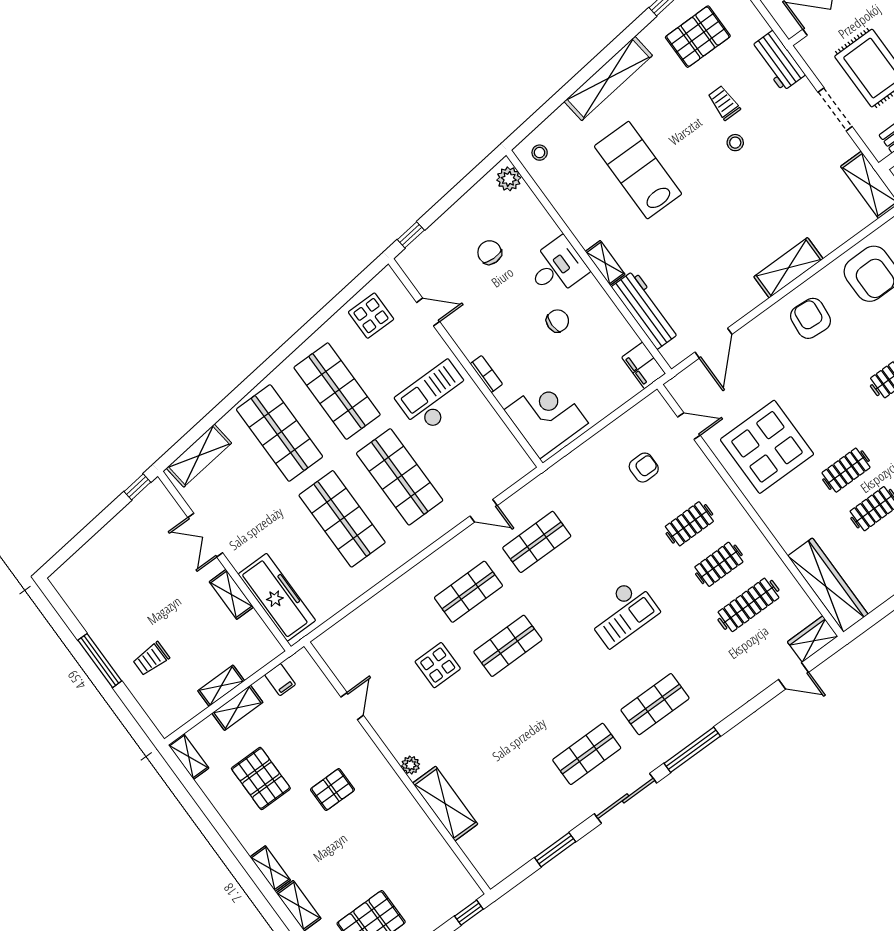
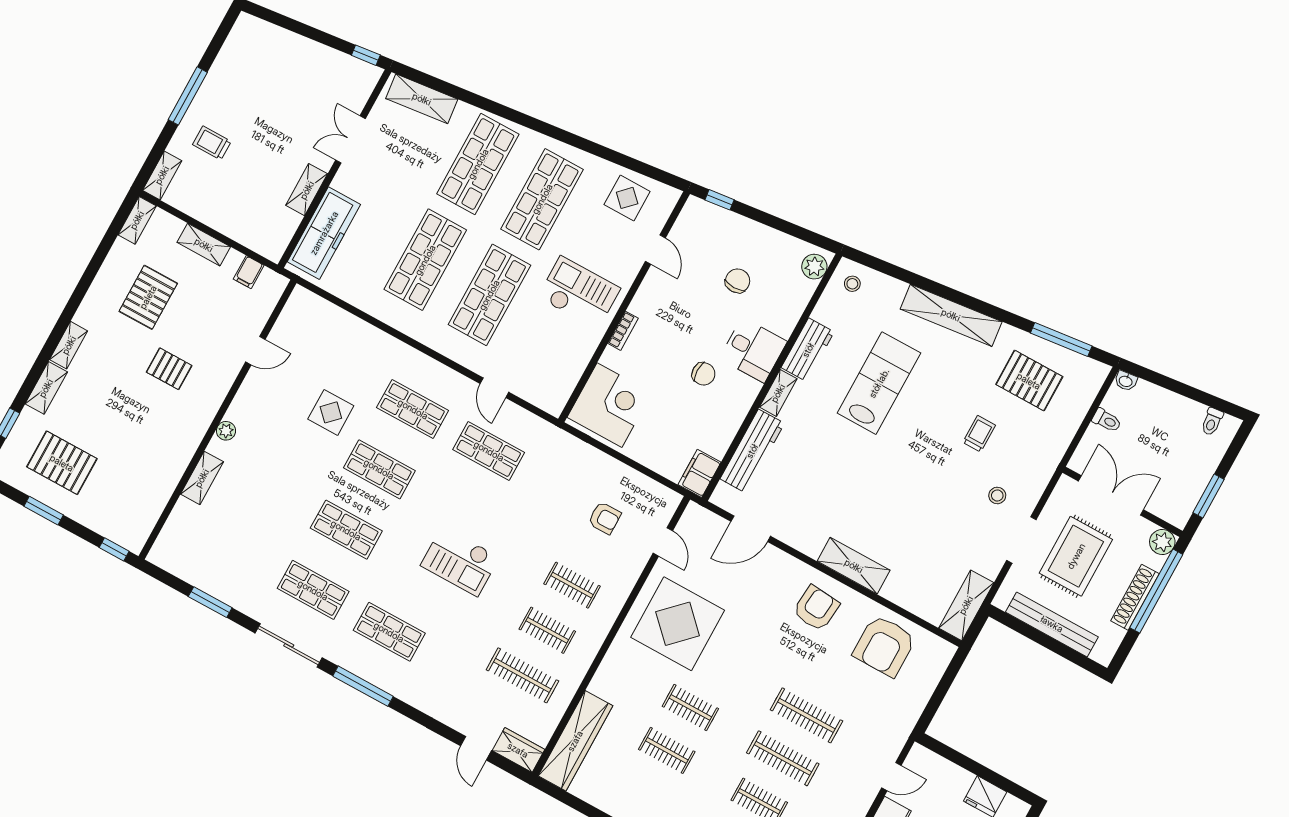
workbench: (778, 61) -> (808, 350), moved, turned 180
stool: (735, 143) -> (997, 495), moved
shelving: (221, 686) -> (162, 175), moved, turned 90
shop shelf: (547, 700) -> (346, 530), added
shelving: (445, 804) -> (202, 478), width x0.67, depth x0.75

